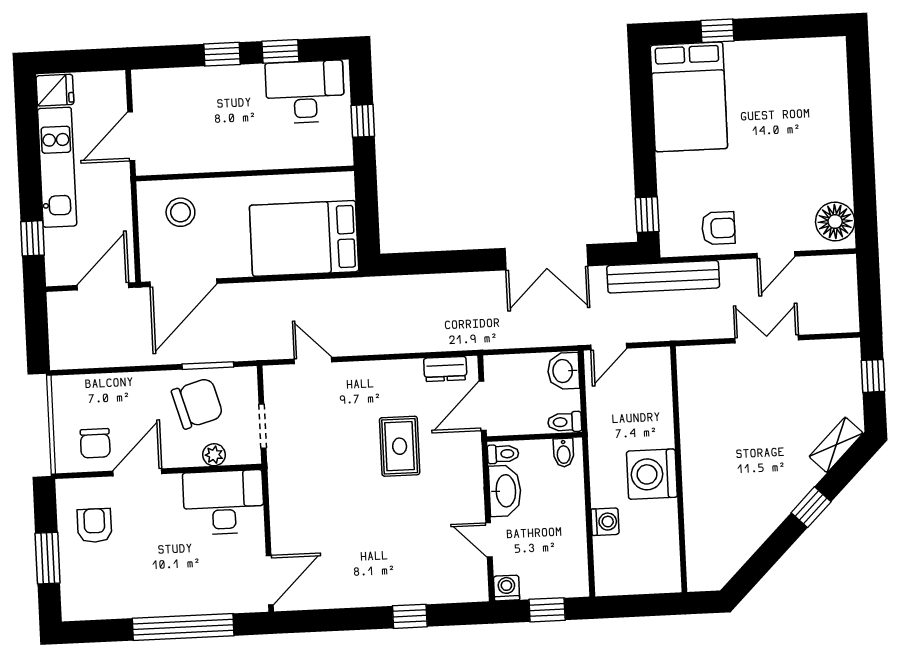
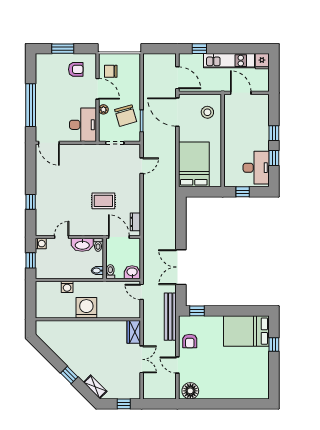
wardrobe: (703, 360) -> (134, 332), added
plant: (214, 455) -> (103, 109), moved

